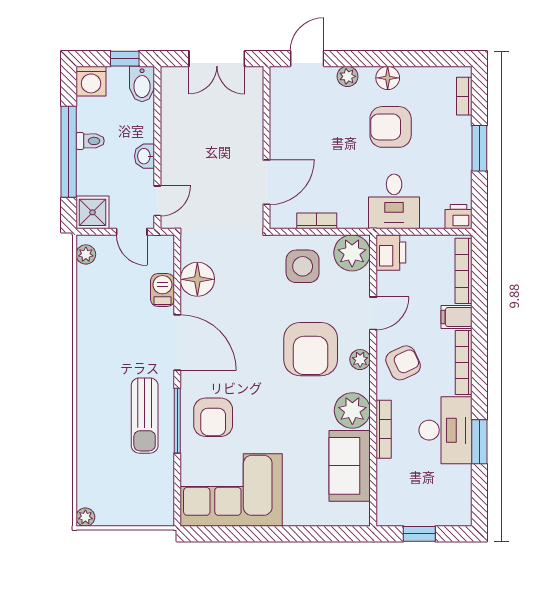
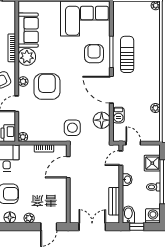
bench: (171, 112) -> (114, 201), added
shower: (92, 212) -> (152, 163), moved
plant: (352, 253) -> (23, 137), width x0.53, depth x0.53
plant: (86, 254) -> (155, 108), moved
side table: (303, 266) -> (72, 128), moved

